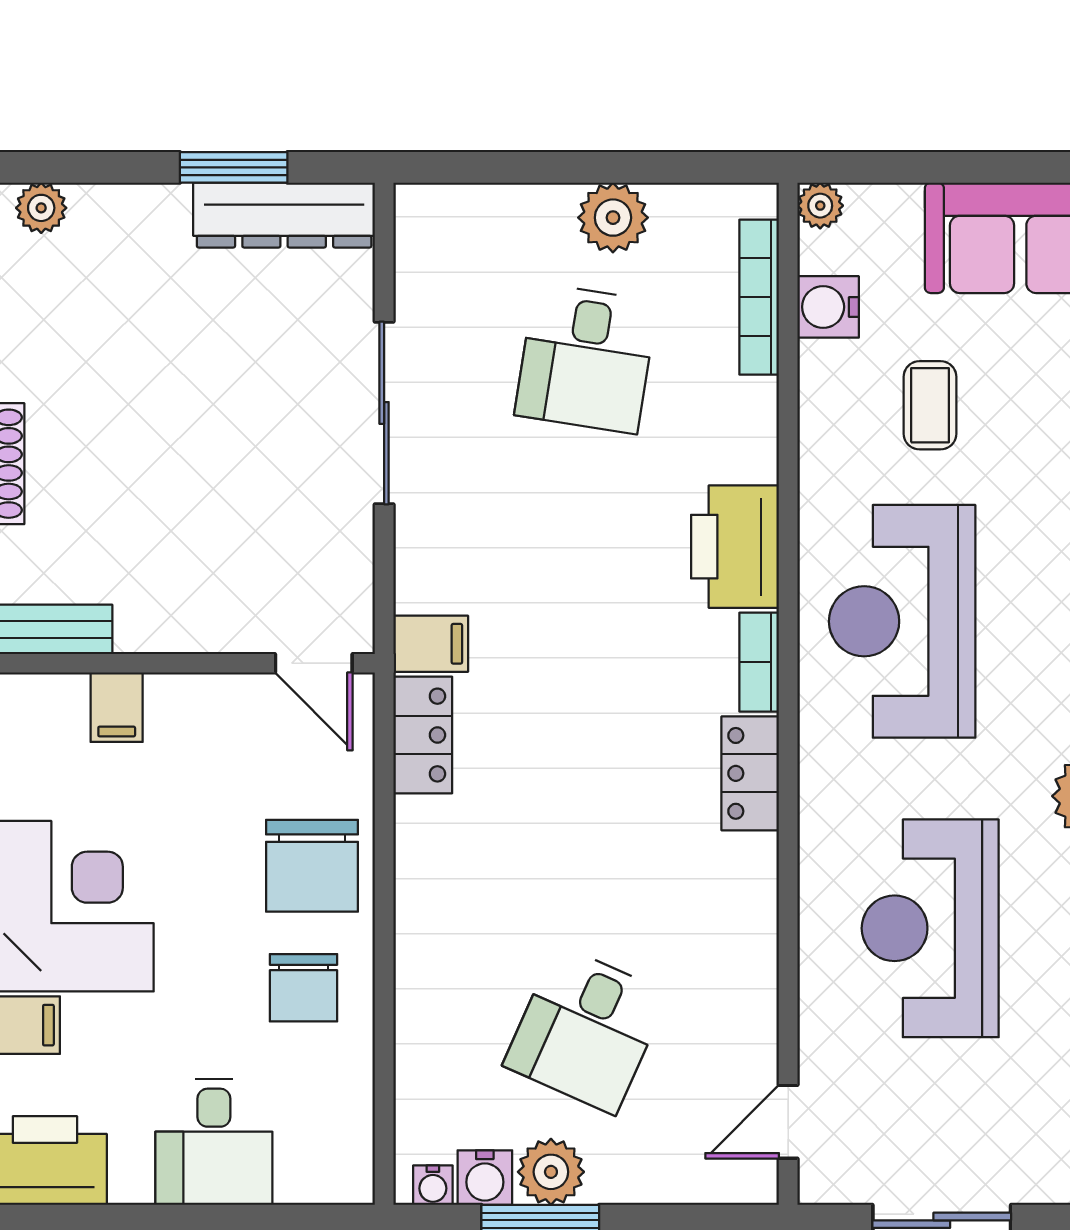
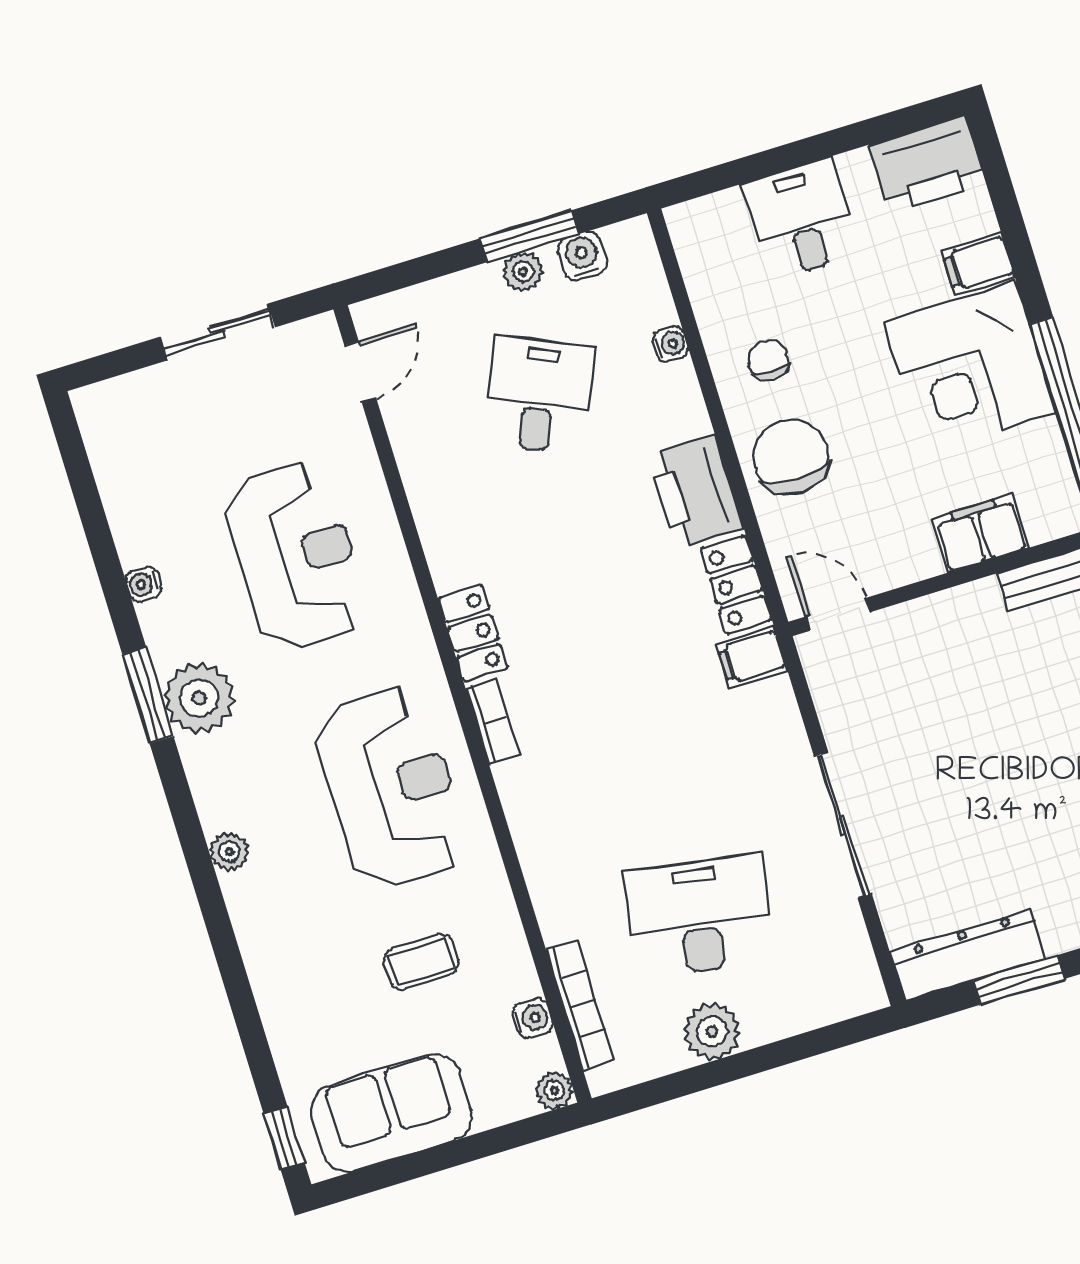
water cooler: (828, 307) -> (532, 1018), width x0.72, depth x0.72
desk: (586, 358) -> (699, 916), width x1.37
coffee table: (930, 405) -> (421, 962), turned 90
printer: (735, 547) -> (695, 492), moved, turned 180
filing cabinet: (117, 707) -> (980, 533), width x2.00
chair: (303, 988) -> (768, 360), width x0.73, depth x0.73
plant: (551, 1172) -> (523, 271), width x0.73, depth x0.73
water cooler: (433, 1185) -> (670, 344), moved, turned 90

